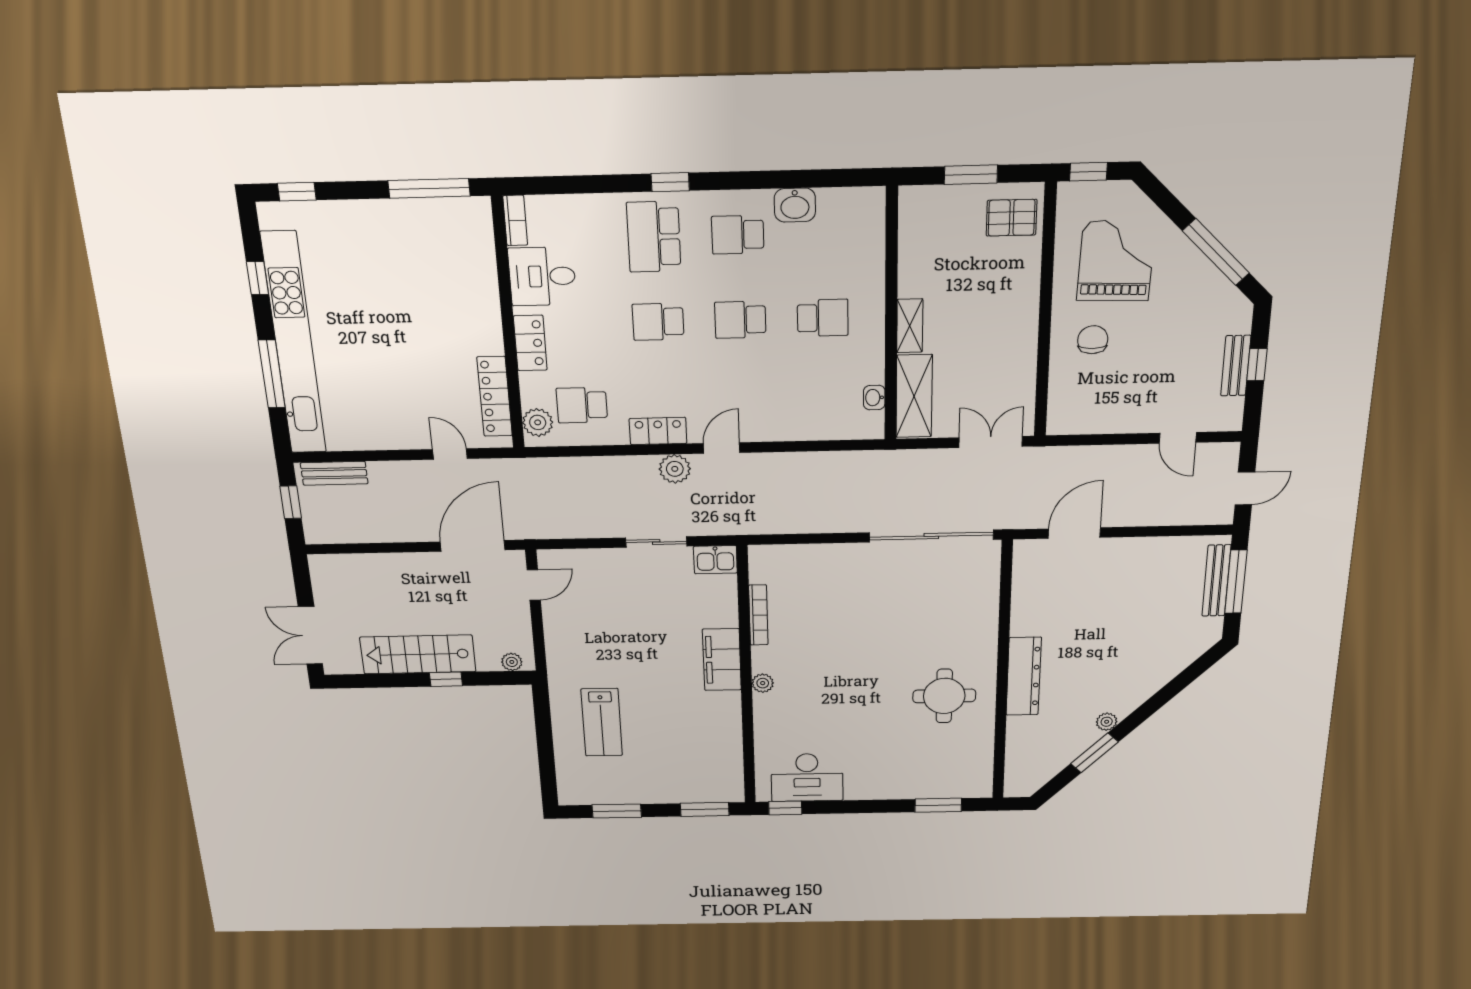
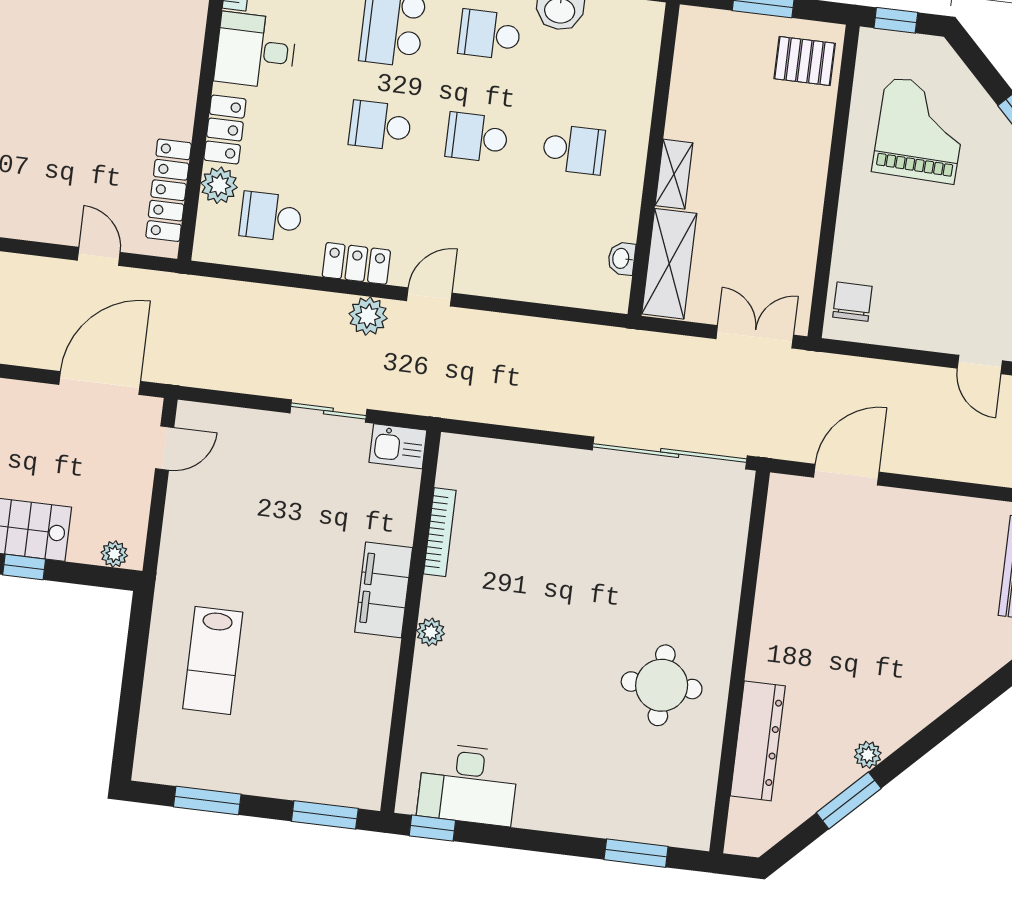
chair: (1093, 340) -> (852, 302), moved
plant: (538, 422) -> (219, 185), moved
dresser: (1024, 676) -> (758, 741), moved

